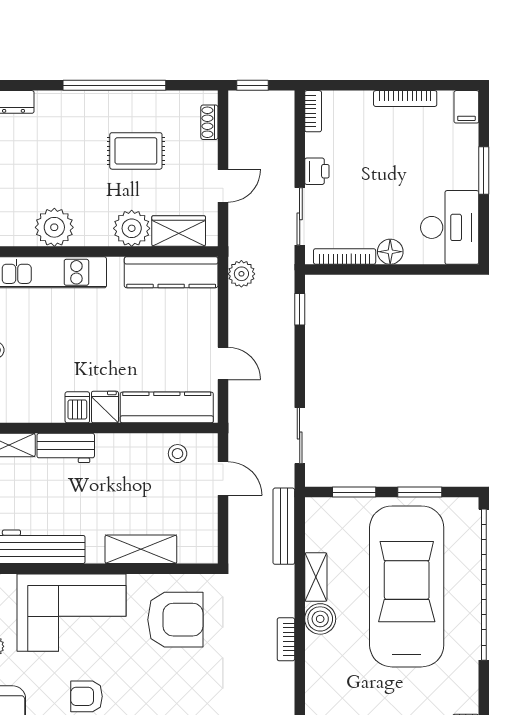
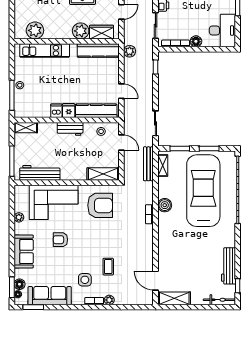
plant: (54, 227) -> (35, 30), moved
workbench: (66, 448) -> (70, 129), moved
shelving: (141, 549) -> (103, 174), moved
shelving: (316, 577) -> (163, 165), moved

